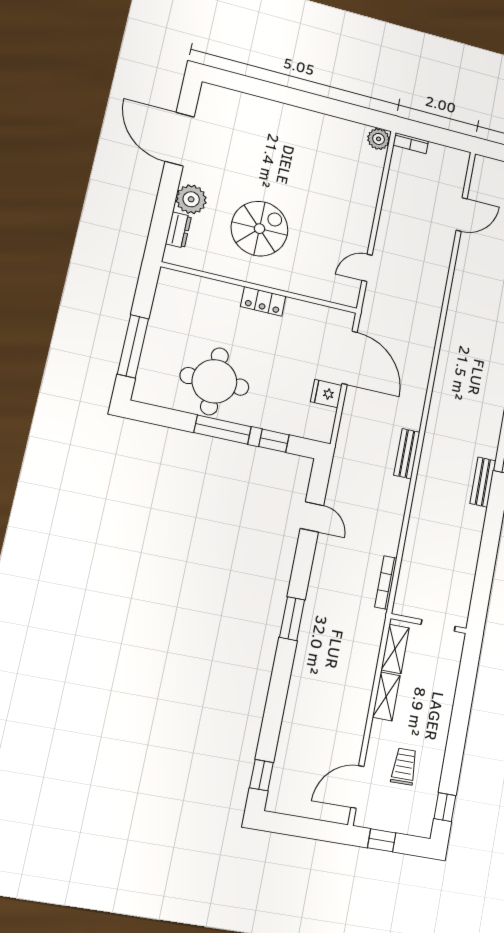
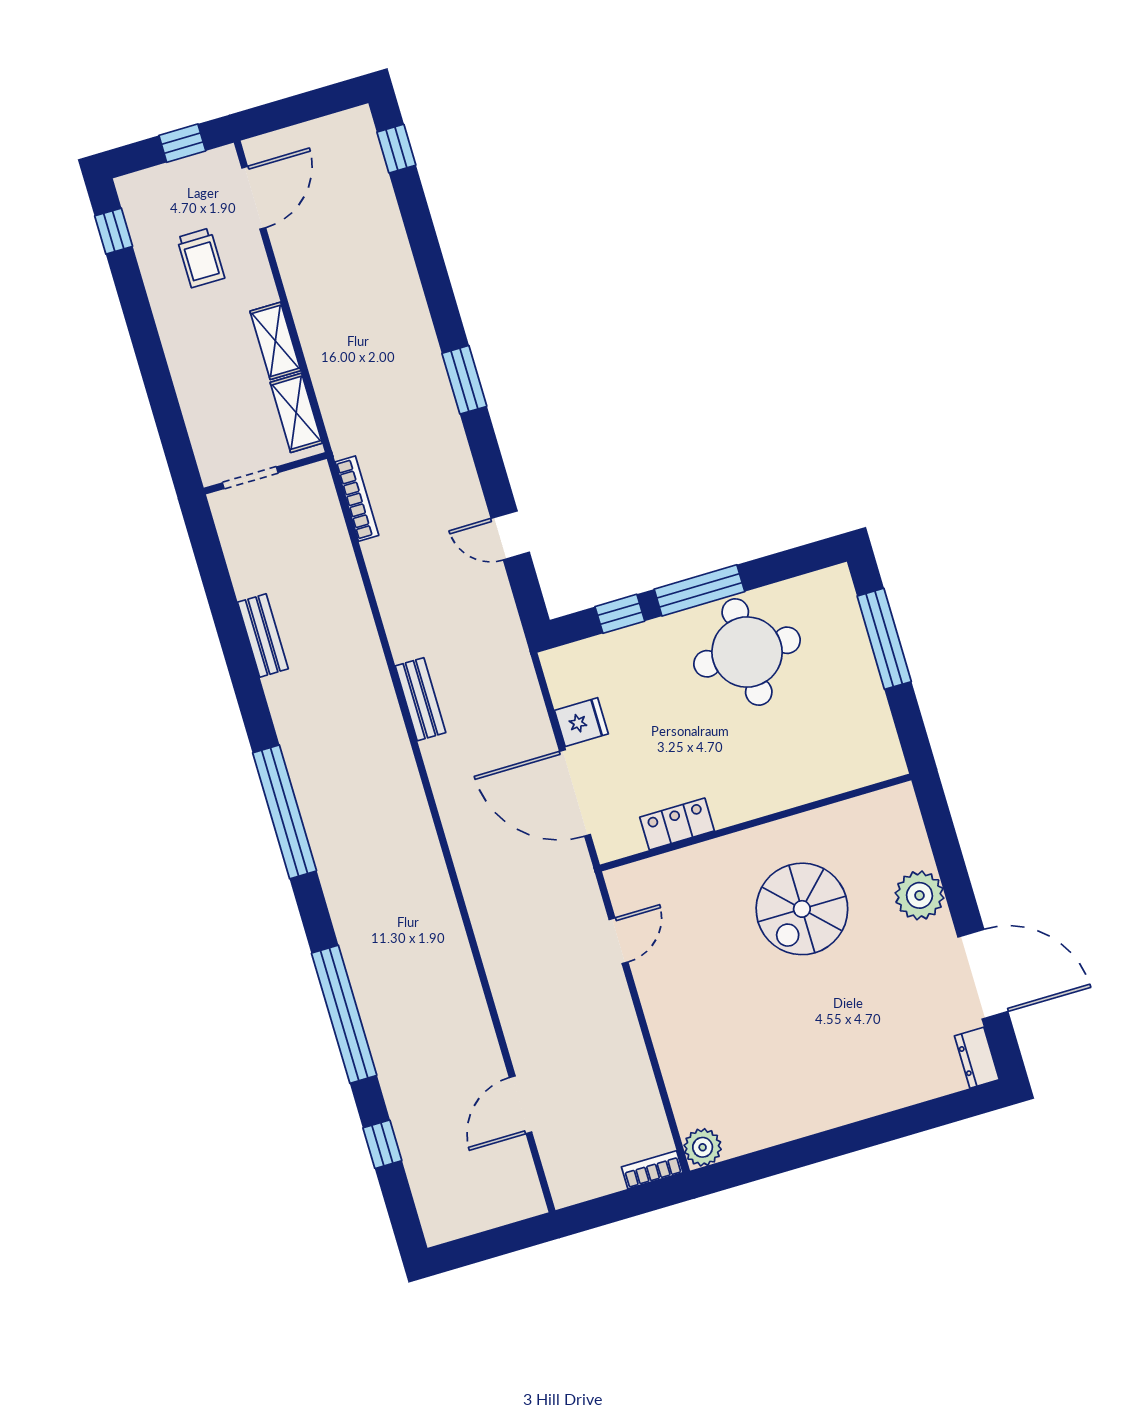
dresser: (178, 230) -> (977, 1058), moved
locker: (263, 301) -> (677, 824), moved
bench: (483, 482) -> (263, 636), moved

